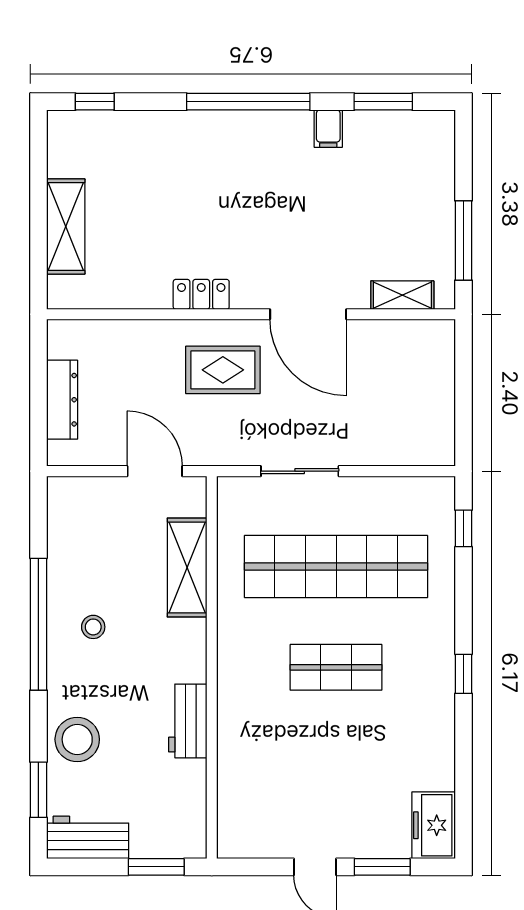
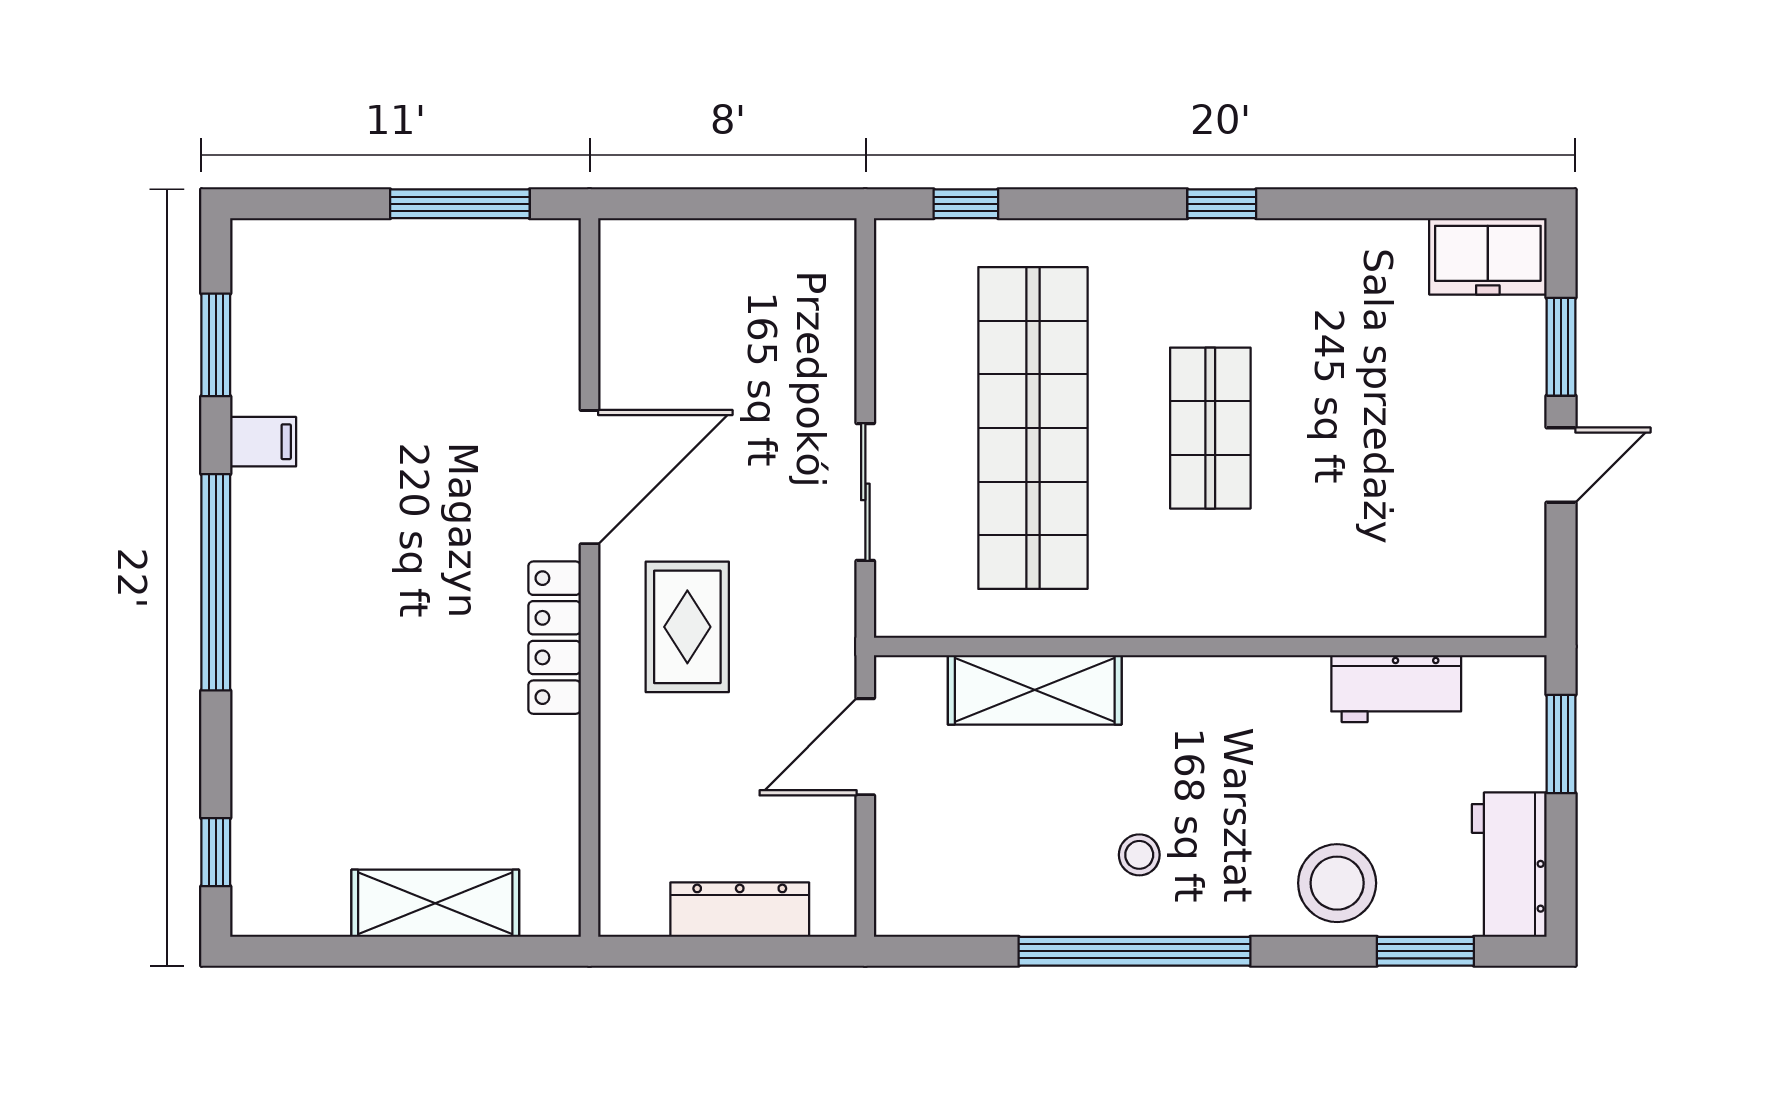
locker: (201, 294) -> (555, 638), width x1.53
shelving: (402, 295) -> (556, 311), removed
workbench: (188, 721) -> (1396, 689), moved

